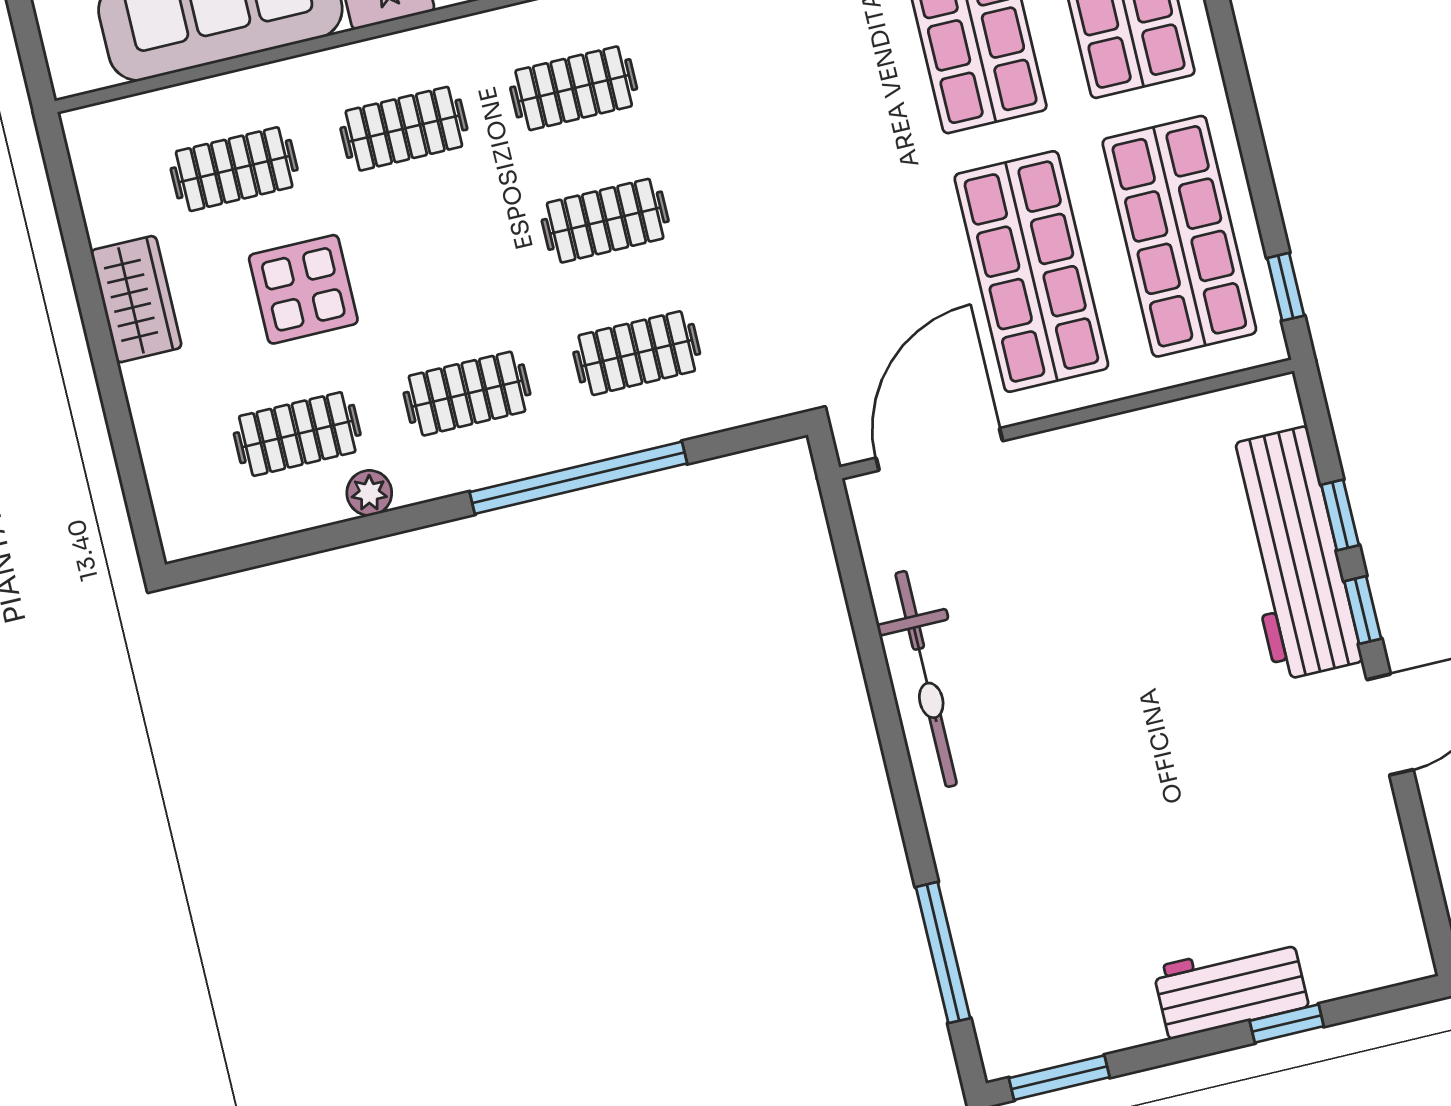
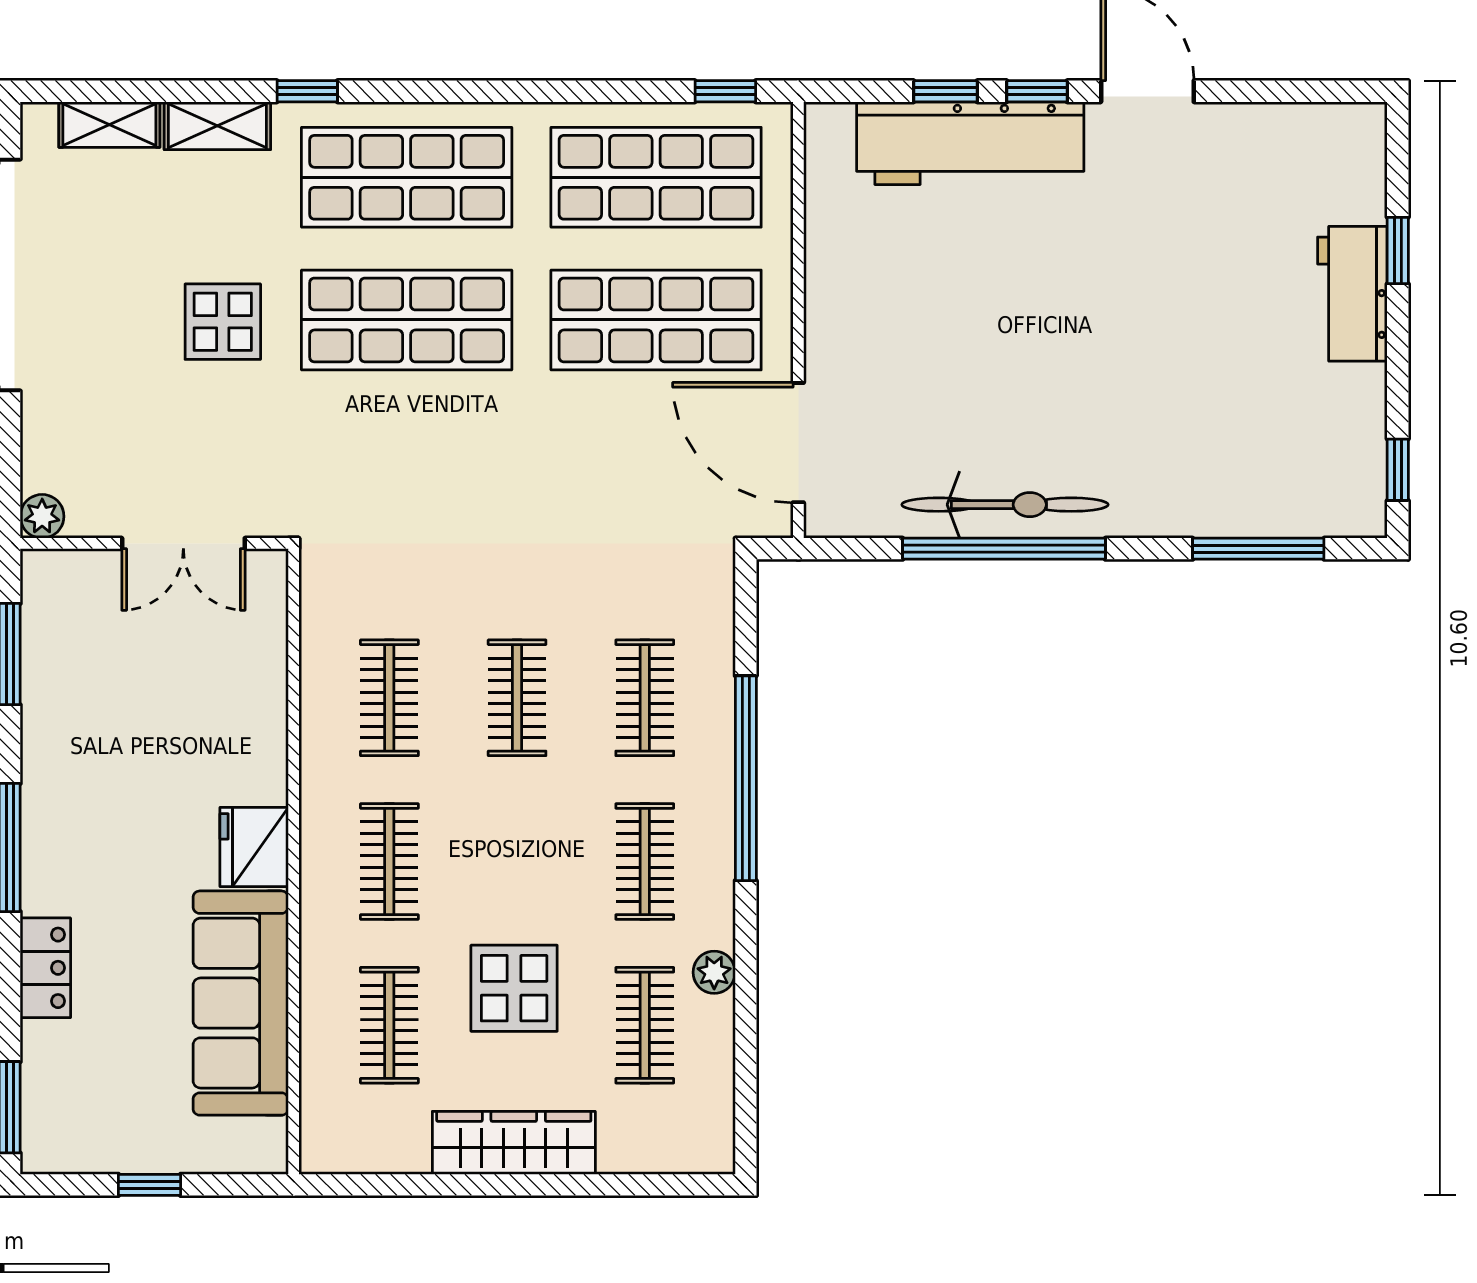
wardrobe: (136, 299) -> (514, 1143), width x1.50
window: (880, 689) -> (1004, 549), added
window: (1059, 1078) -> (1398, 470), width x0.67

